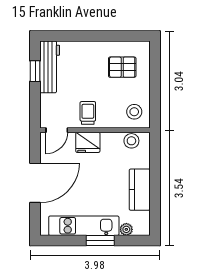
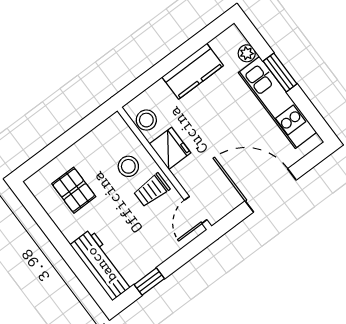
workbench: (50, 67) -> (102, 265), moved, turned 90
stool: (134, 112) -> (128, 166), moved
door: (57, 130) -> (196, 210), swing flipped
fridge: (88, 142) -> (170, 148), moved

